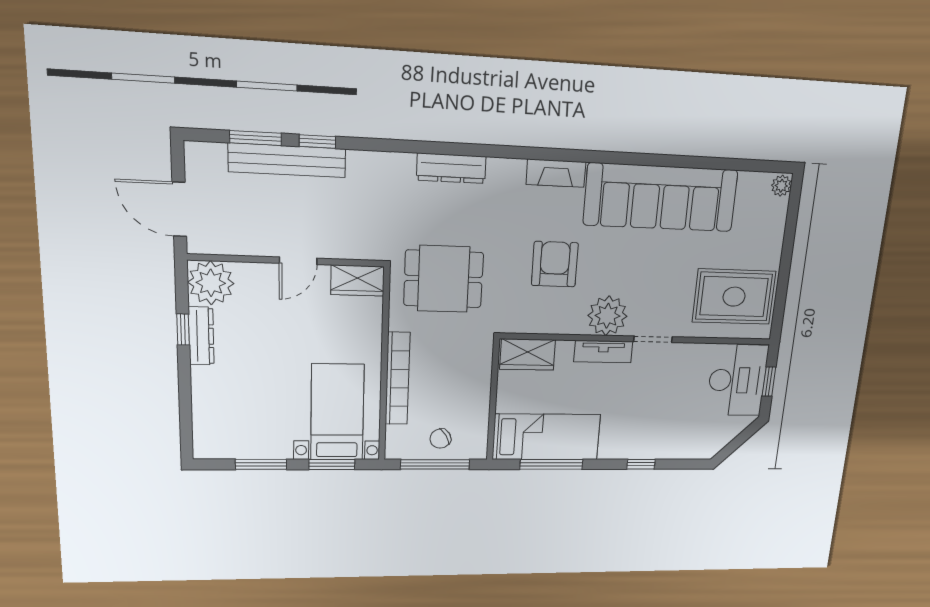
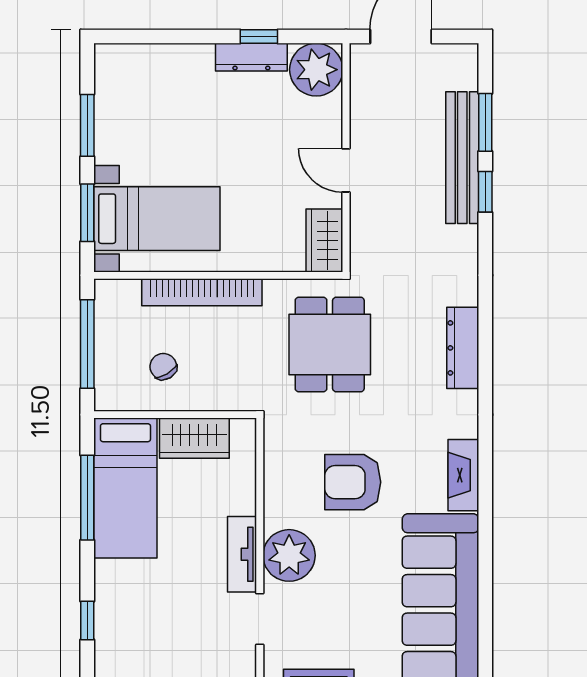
armchair: (555, 264) -> (353, 482), turned 180
wardrobe: (528, 354) -> (194, 438), moved, turned -90
chair: (440, 439) -> (163, 367), moved

